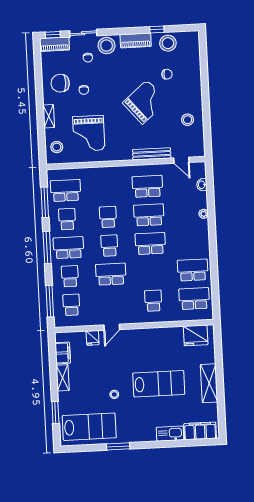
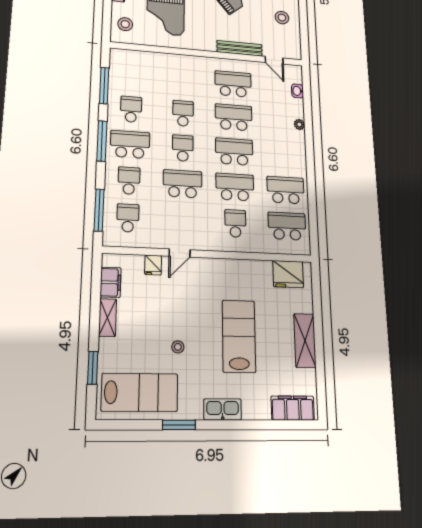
school desk: (66, 190) -> (235, 187), moved
lab bench: (159, 384) -> (239, 336), turned -90
kitchen sink: (170, 434) -> (223, 409), moved

